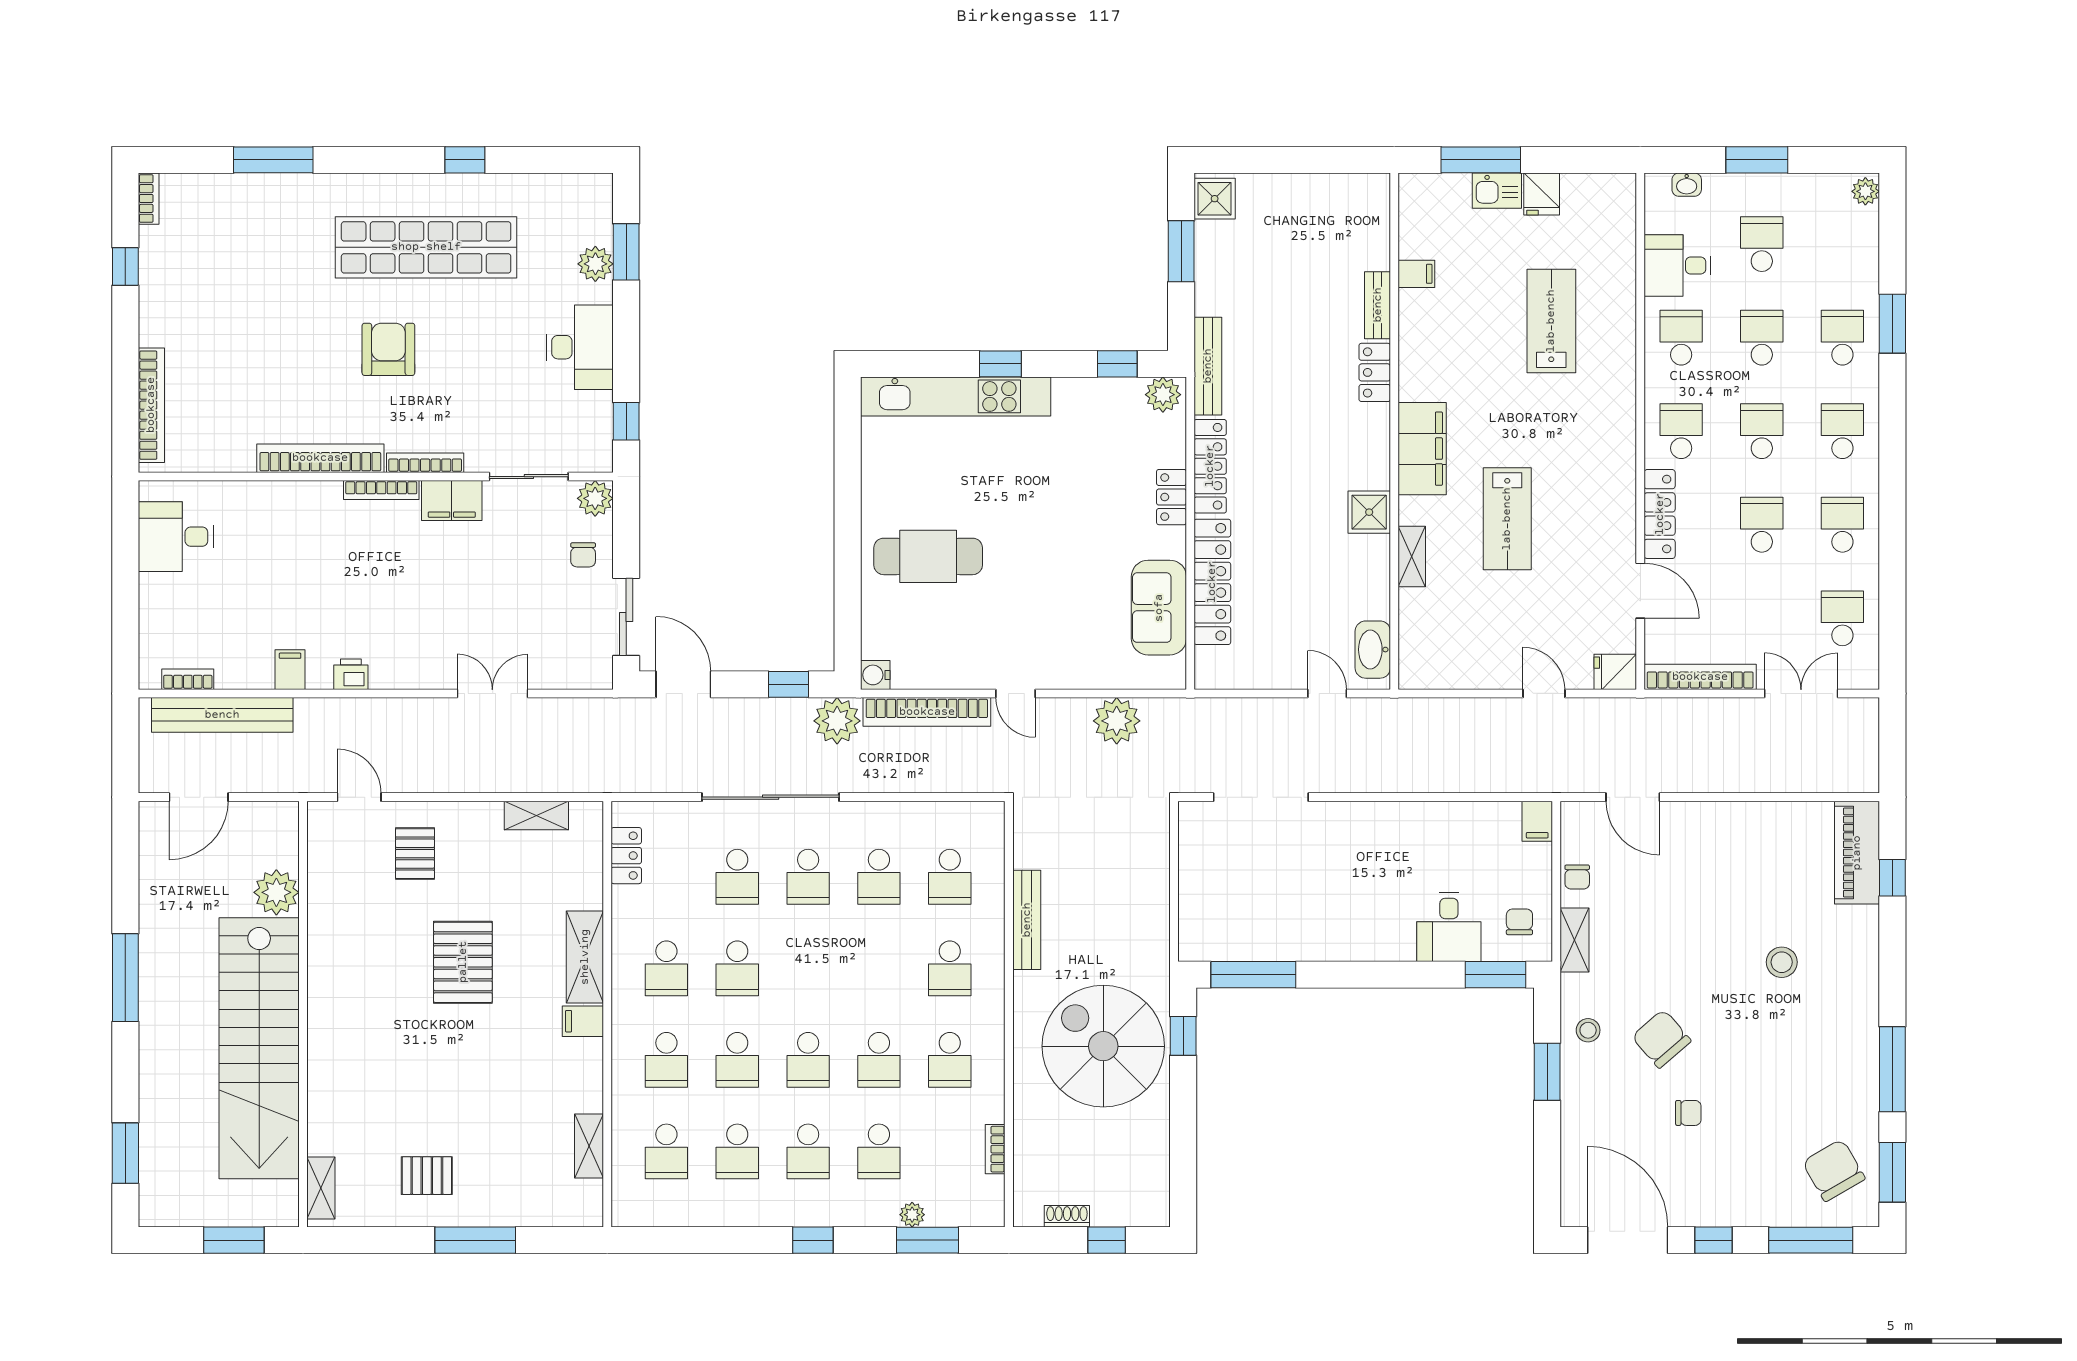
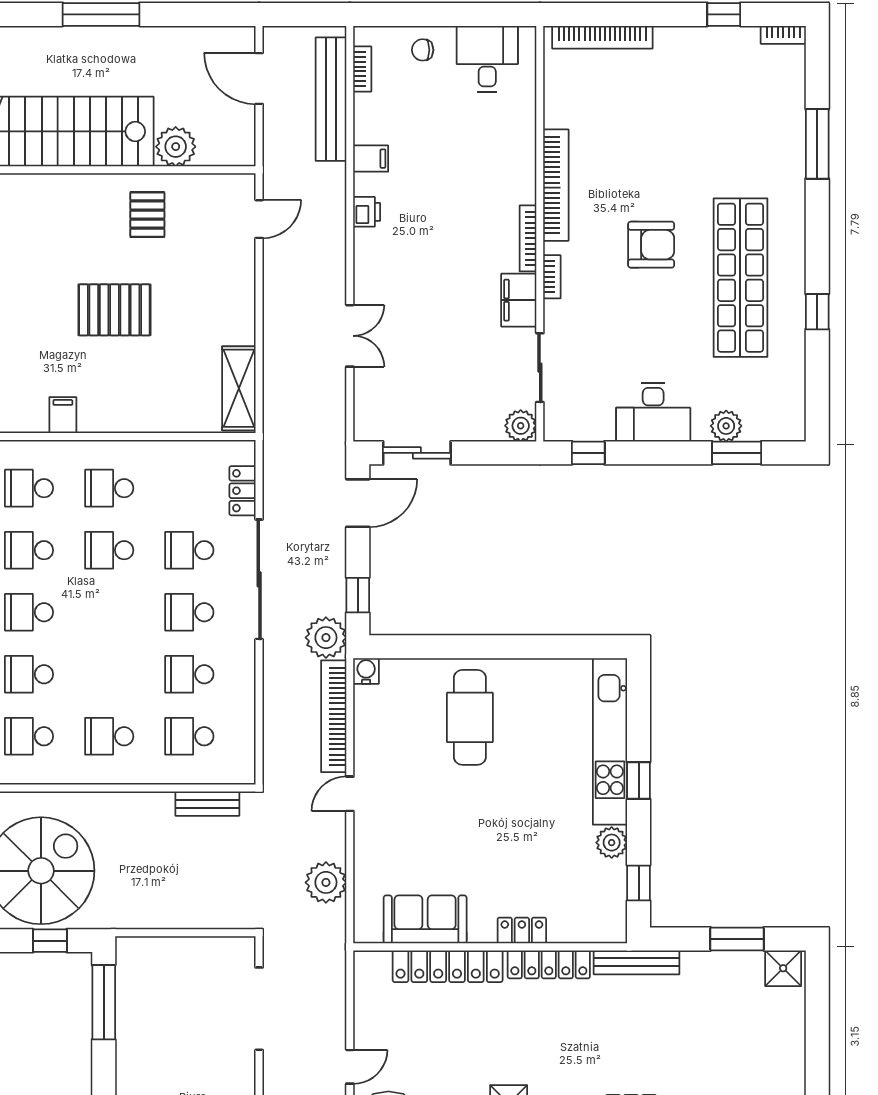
plant: (1163, 395) -> (612, 843), moved
bookcase: (425, 463) -> (552, 277), width x0.64
chair: (583, 555) -> (423, 50), moved
shelving: (536, 815) -> (239, 388), width x1.50, depth x1.33
pallet: (415, 854) -> (147, 215), moved, turned 90
locker: (626, 856) -> (243, 491), moved, turned 90
bench: (1027, 920) -> (207, 804), moved, width x0.73
shelving: (585, 957) -> (119, 417), removed

